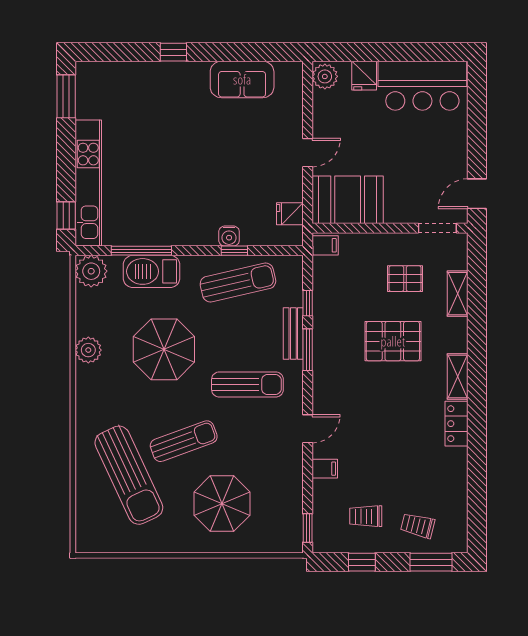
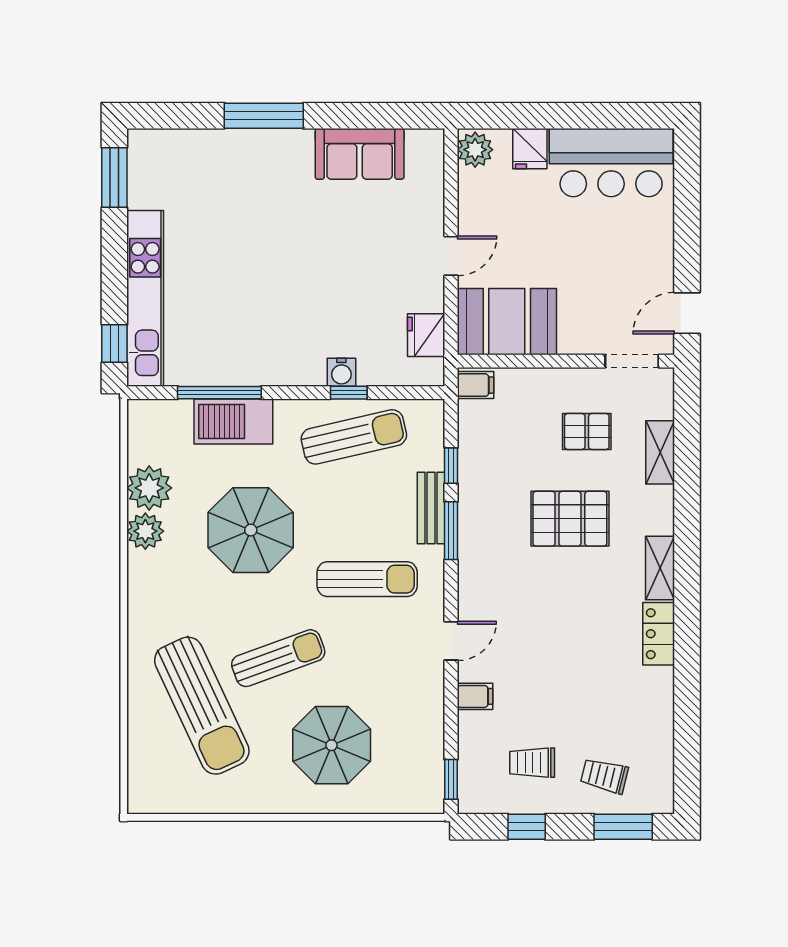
window: (173, 52) -> (264, 116), width x2.17
fridge: (290, 214) -> (426, 335), width x1.38
plant: (91, 271) -> (149, 488), moved

